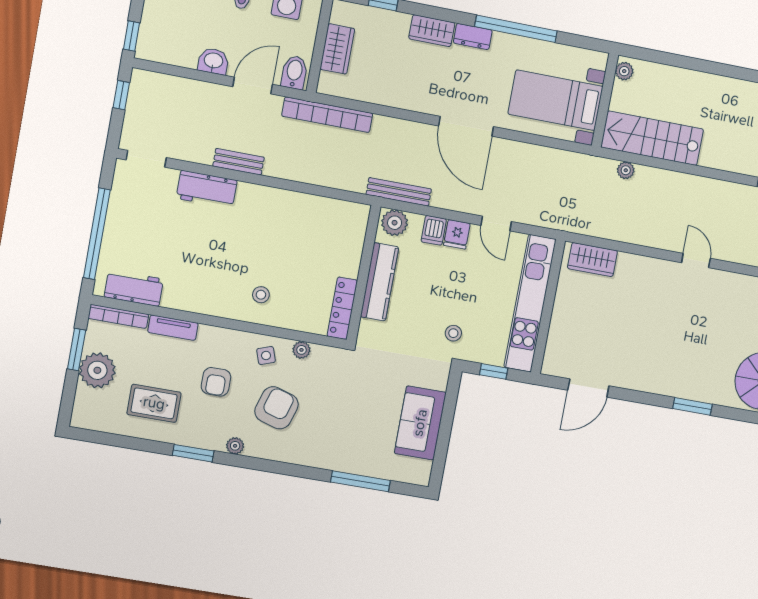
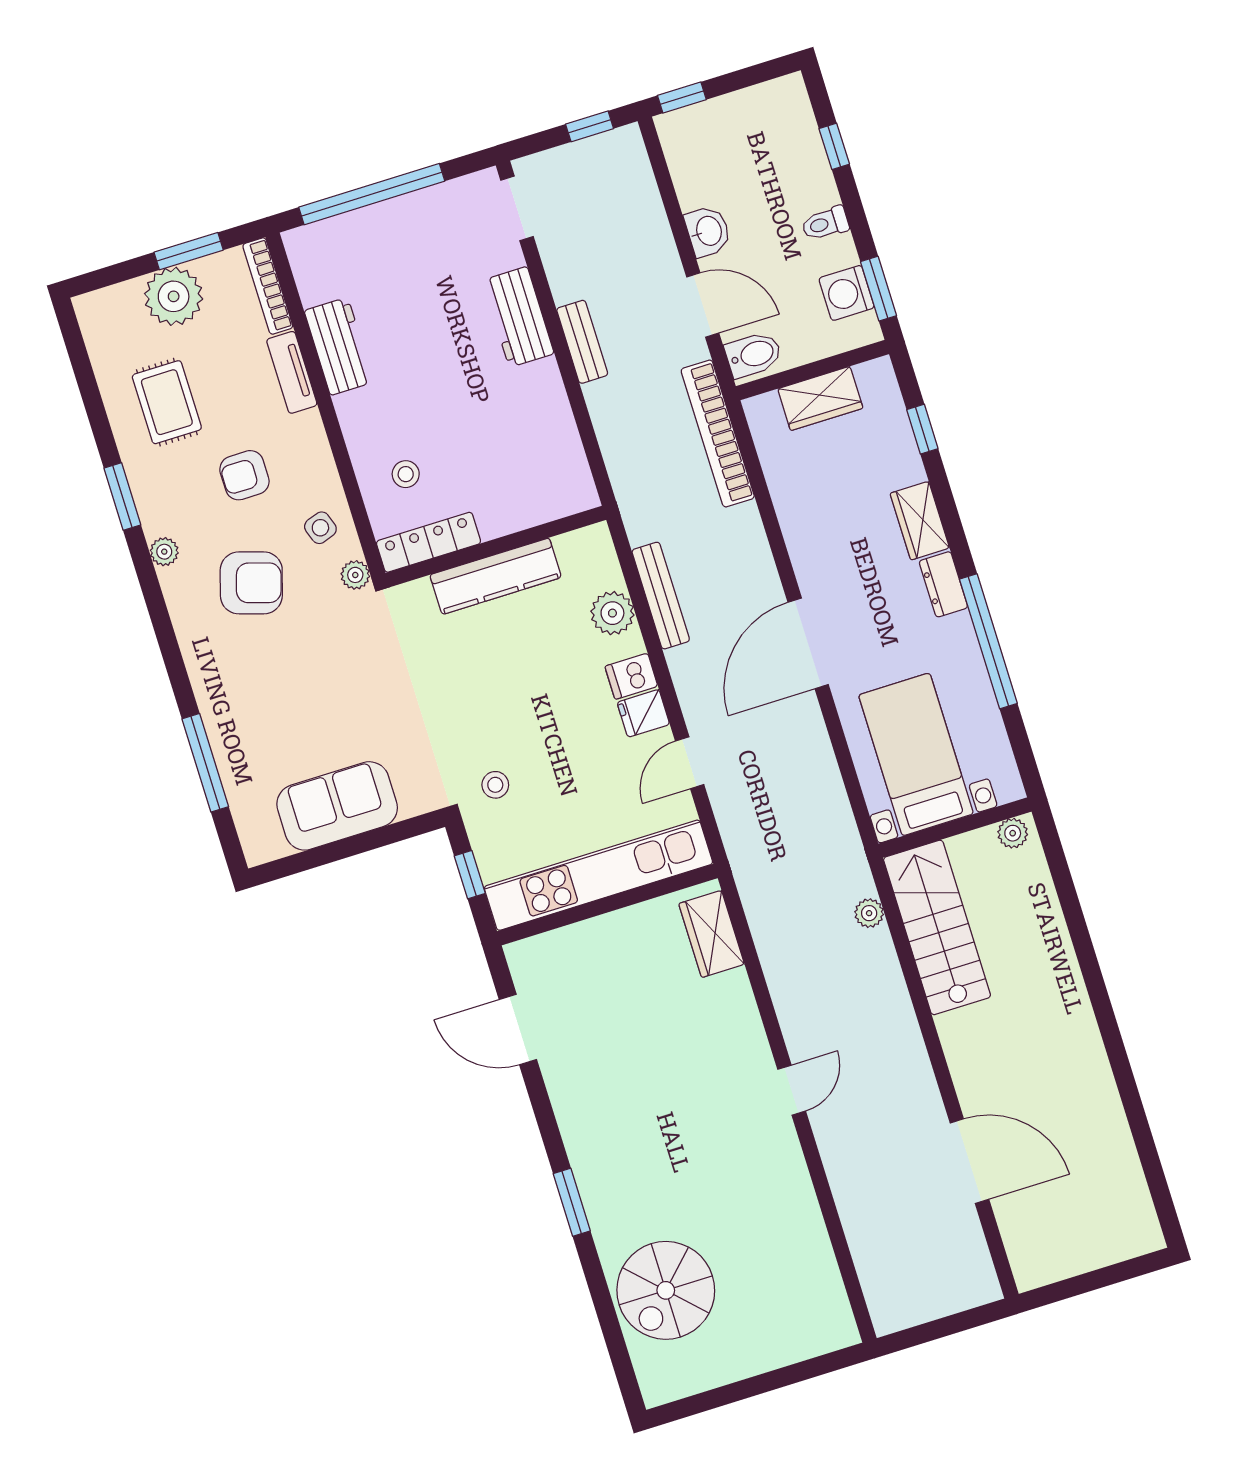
wall: (364, 273) -> (496, 546), moved
kitchen counter: (379, 282) -> (496, 576), moved
workbench: (134, 288) -> (339, 346), moved
locker: (342, 308) -> (429, 542), moved

